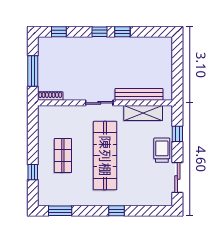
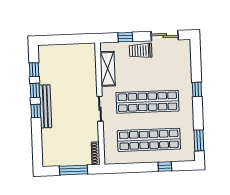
window: (59, 32) -> (34, 70), moved
bench: (139, 94) -> (45, 106), moved
shop shelf: (63, 156) -> (149, 140), width x2.00, depth x1.36

